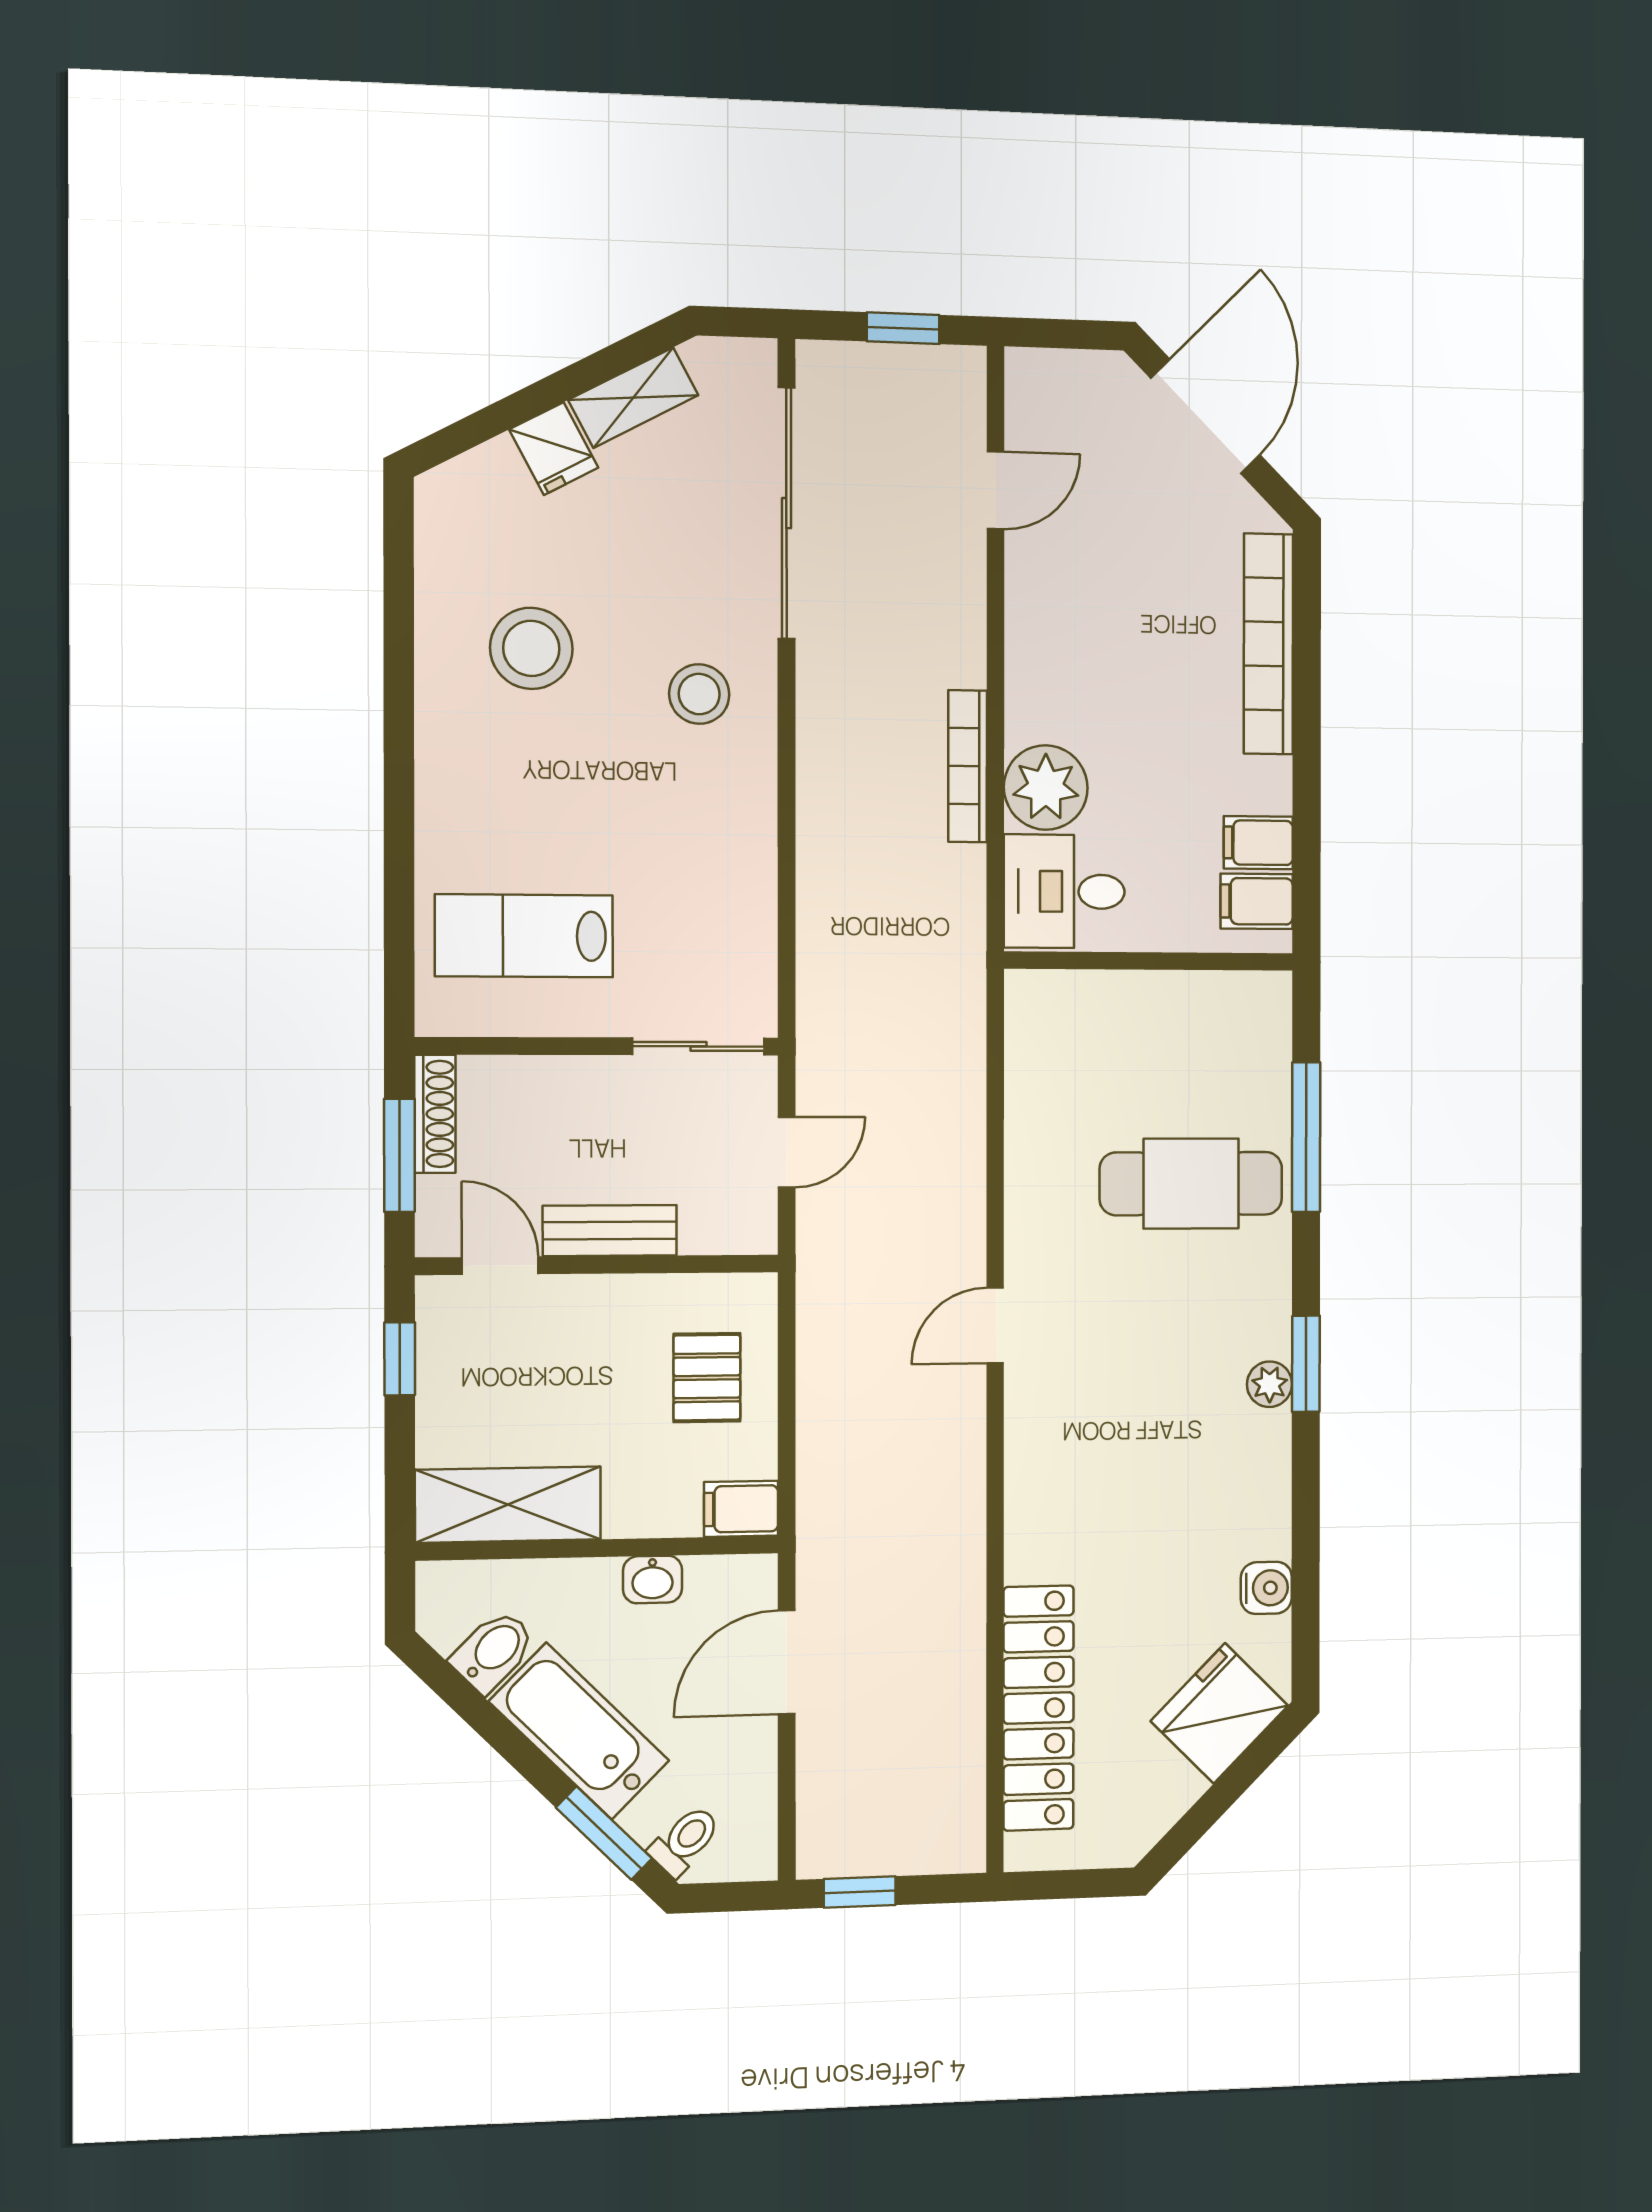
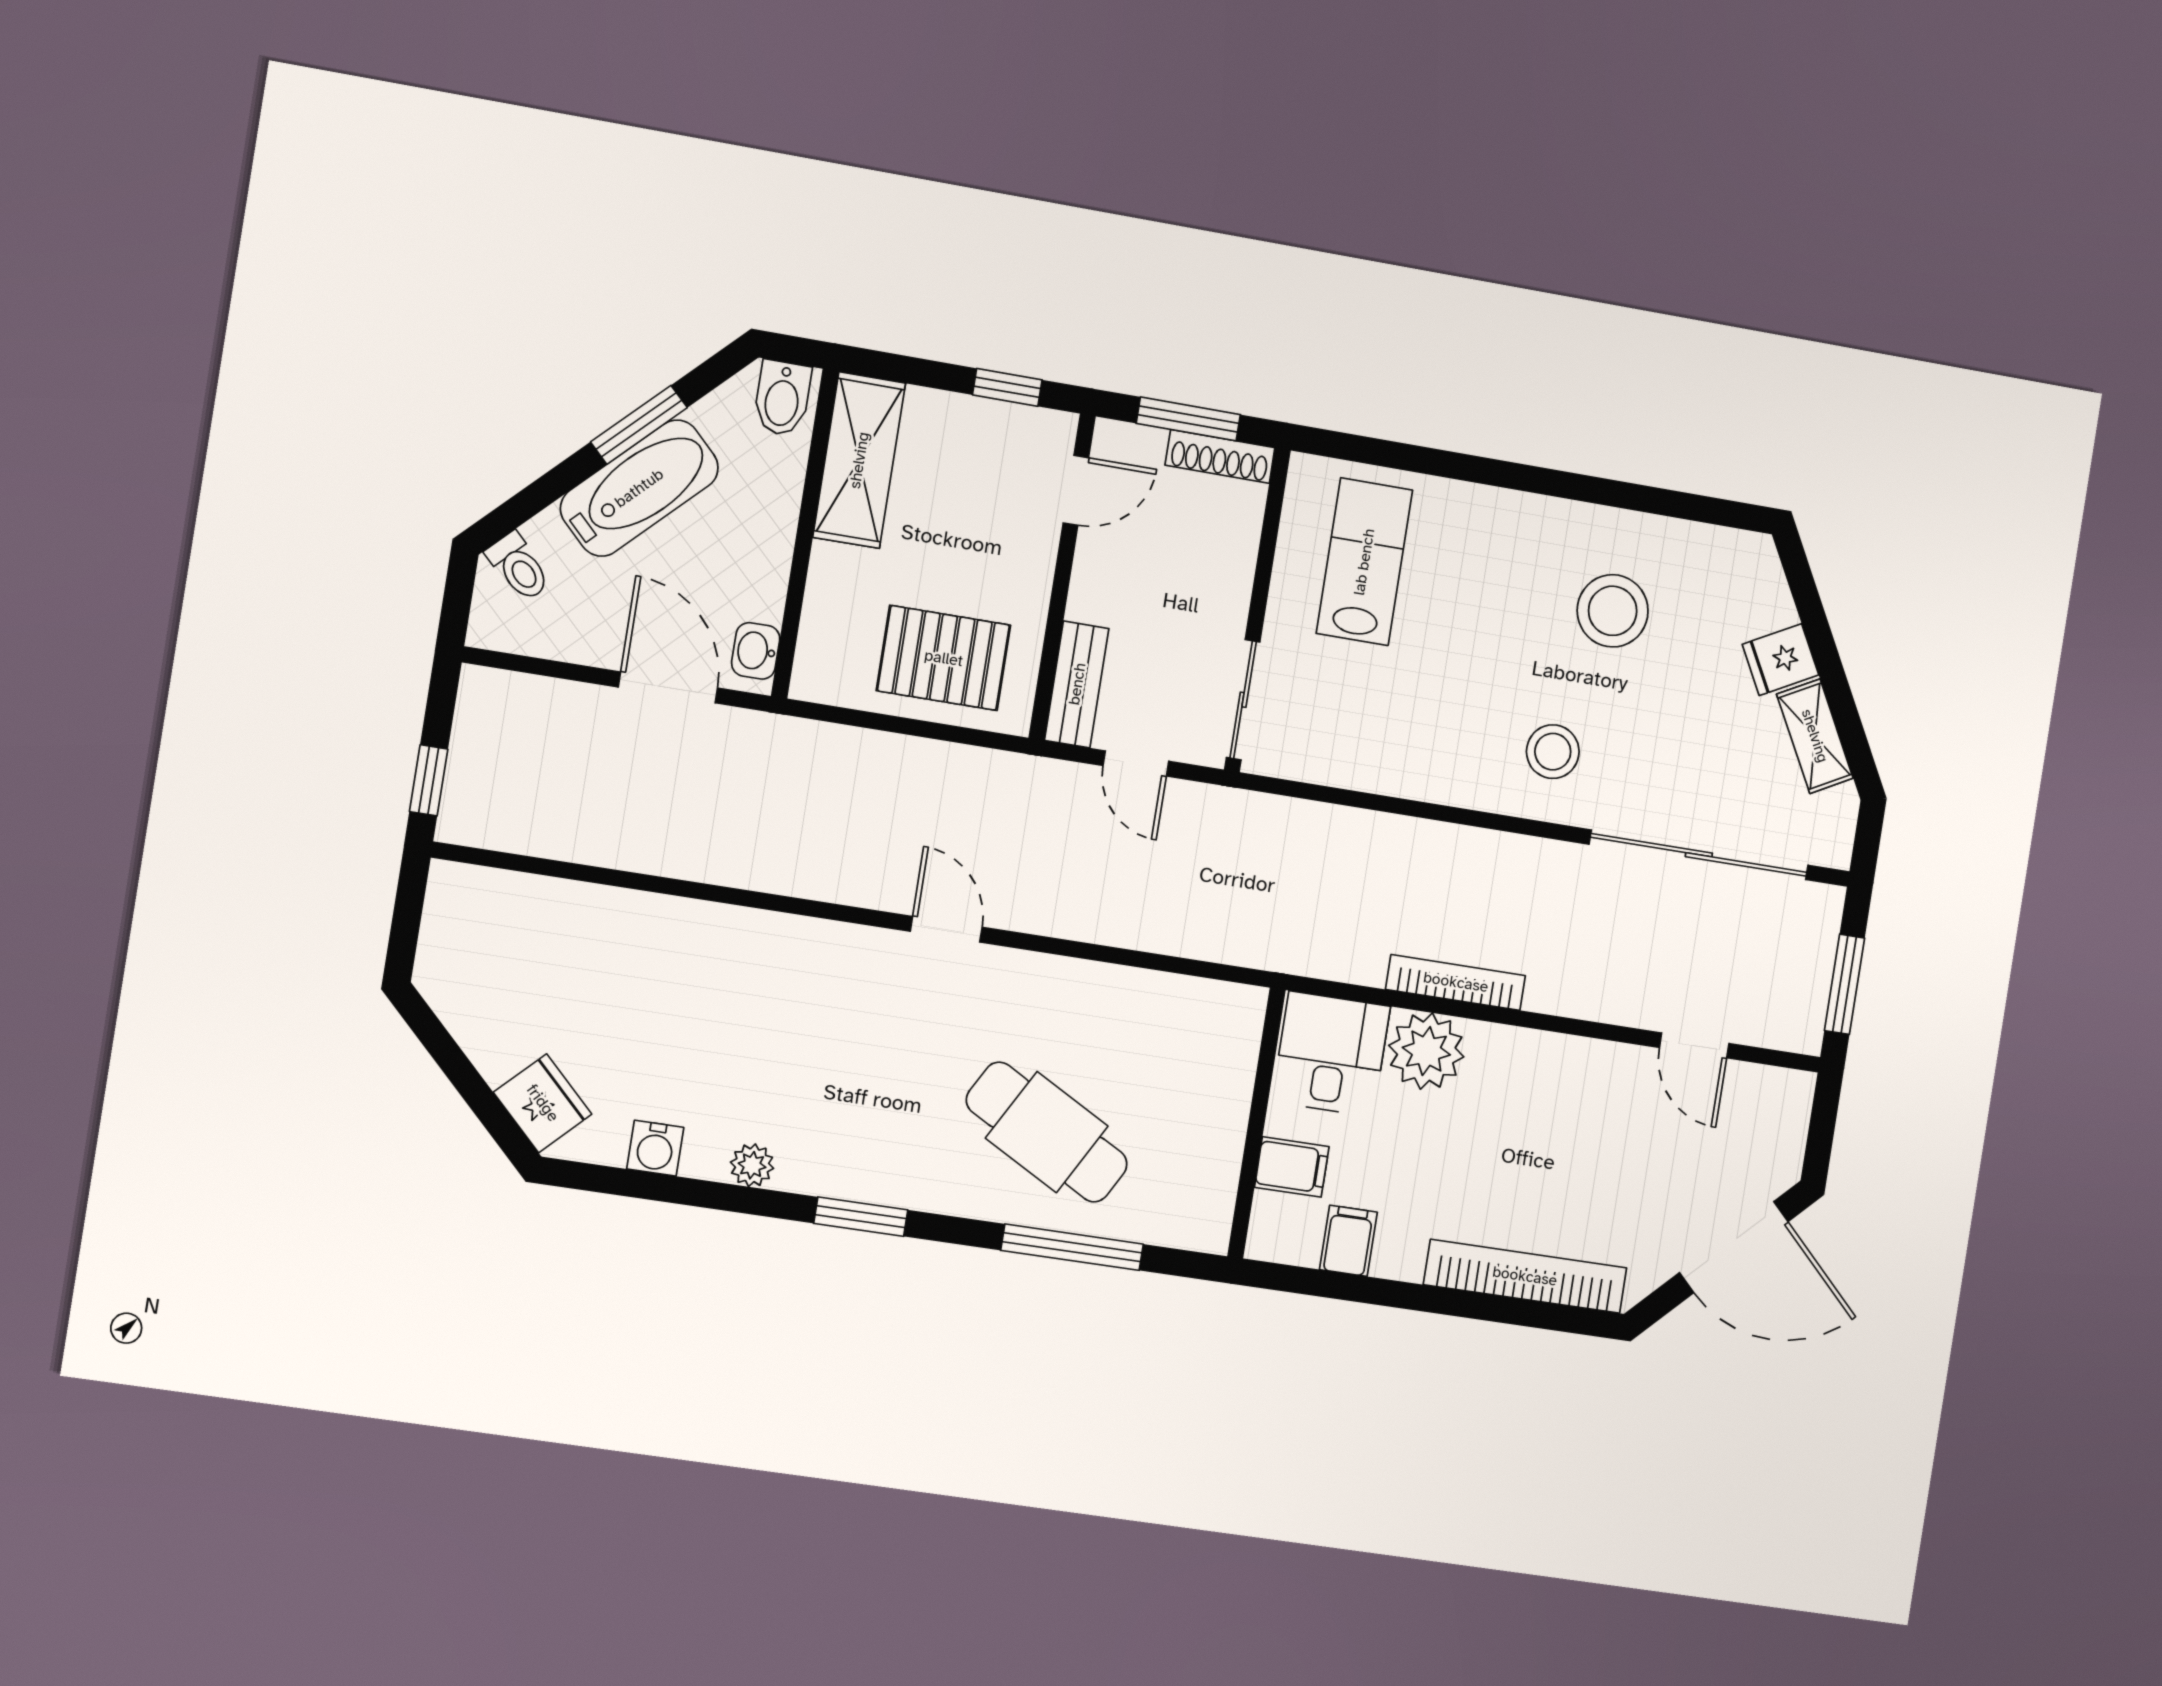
window: (903, 328) -> (1845, 984), width x1.50
filing cabinet: (1257, 901) -> (1292, 1167), moved, turned 90
cafe table: (1191, 1184) -> (1047, 1132), turned -61
bench: (610, 1231) -> (1077, 684), moved
pallet: (707, 1378) -> (944, 658), width x1.50, depth x1.42
plant: (1270, 1384) -> (752, 1165), moved
filing cabinet: (741, 1509) -> (818, 669), removed
washbasin: (653, 1579) -> (756, 651), moved
bidet: (493, 1651) -> (782, 398), moved, turned 45
locker: (1038, 1708) -> (581, 915), removed
fridge: (1219, 1713) -> (543, 1103), width x0.73, depth x0.75
window: (604, 1833) -> (639, 425), moved
window: (860, 1892) -> (429, 780), moved

